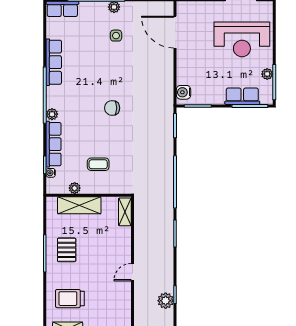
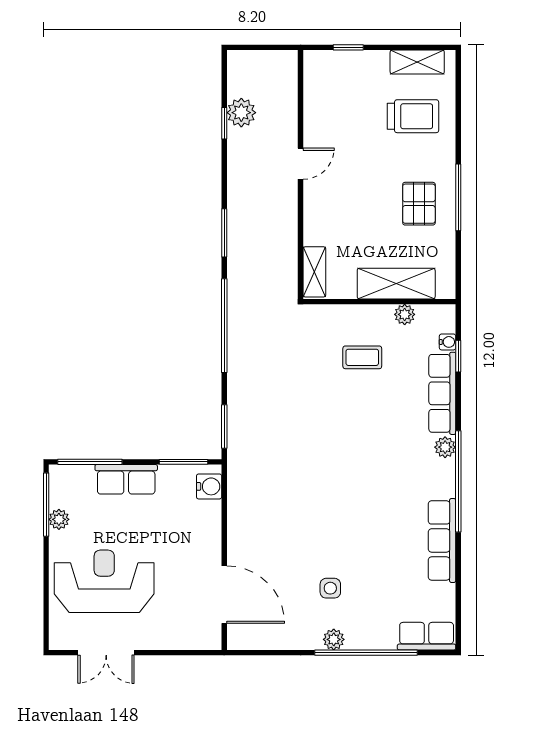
row of seats: (242, 96) -> (126, 479), moved
chair: (112, 108) -> (337, 458), removed

